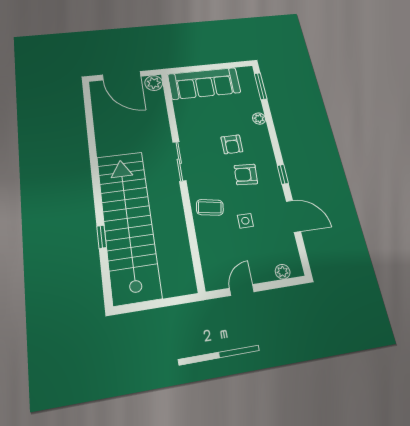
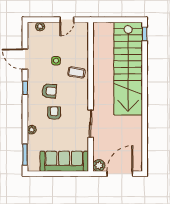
door: (122, 76) -> (120, 174), hinge flipped
sliding door: (179, 161) -> (91, 124), moved
window: (102, 237) -> (145, 34), moved

